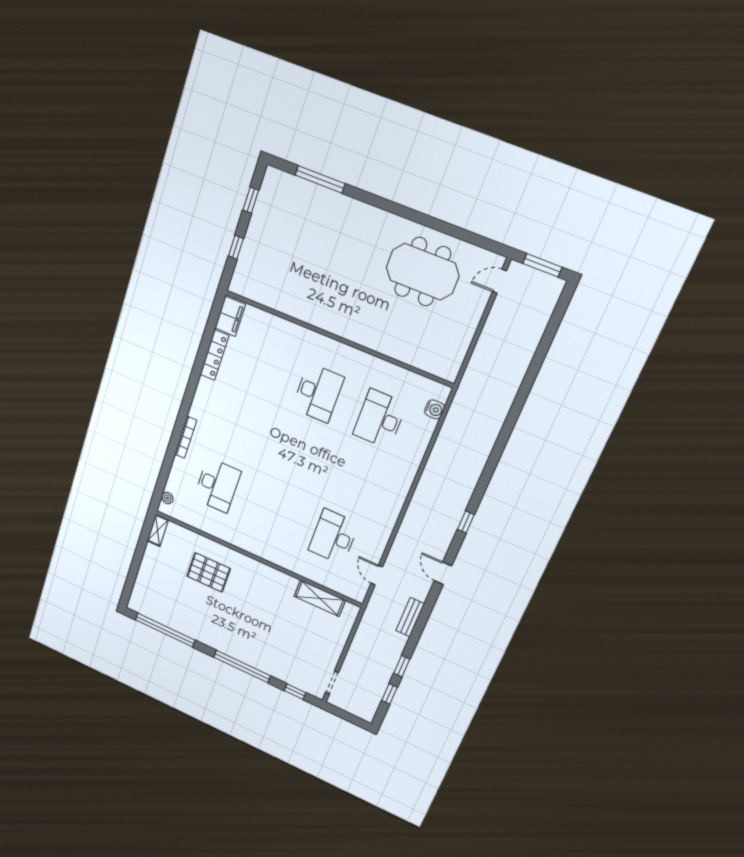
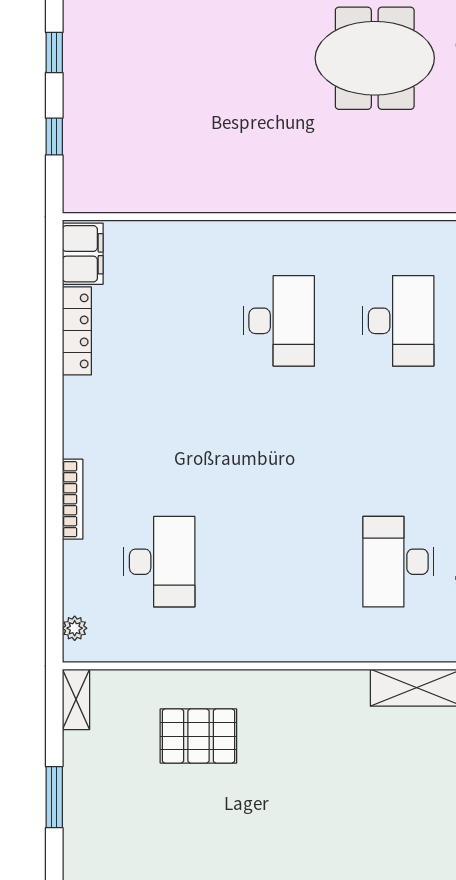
desk: (380, 419) -> (398, 321), turned 180
window: (134, 569) -> (54, 797), added

